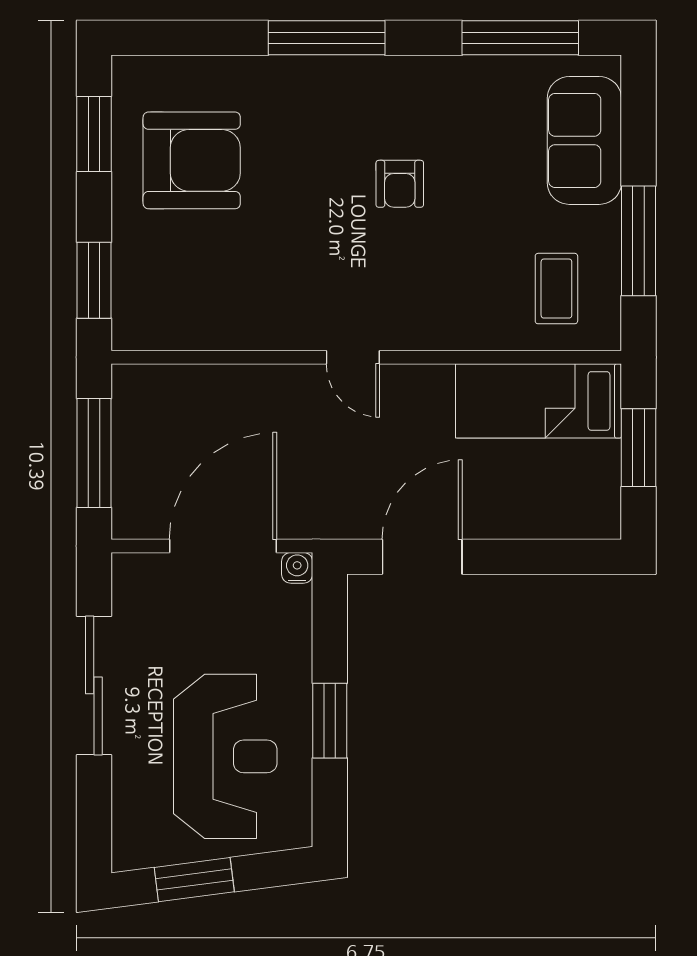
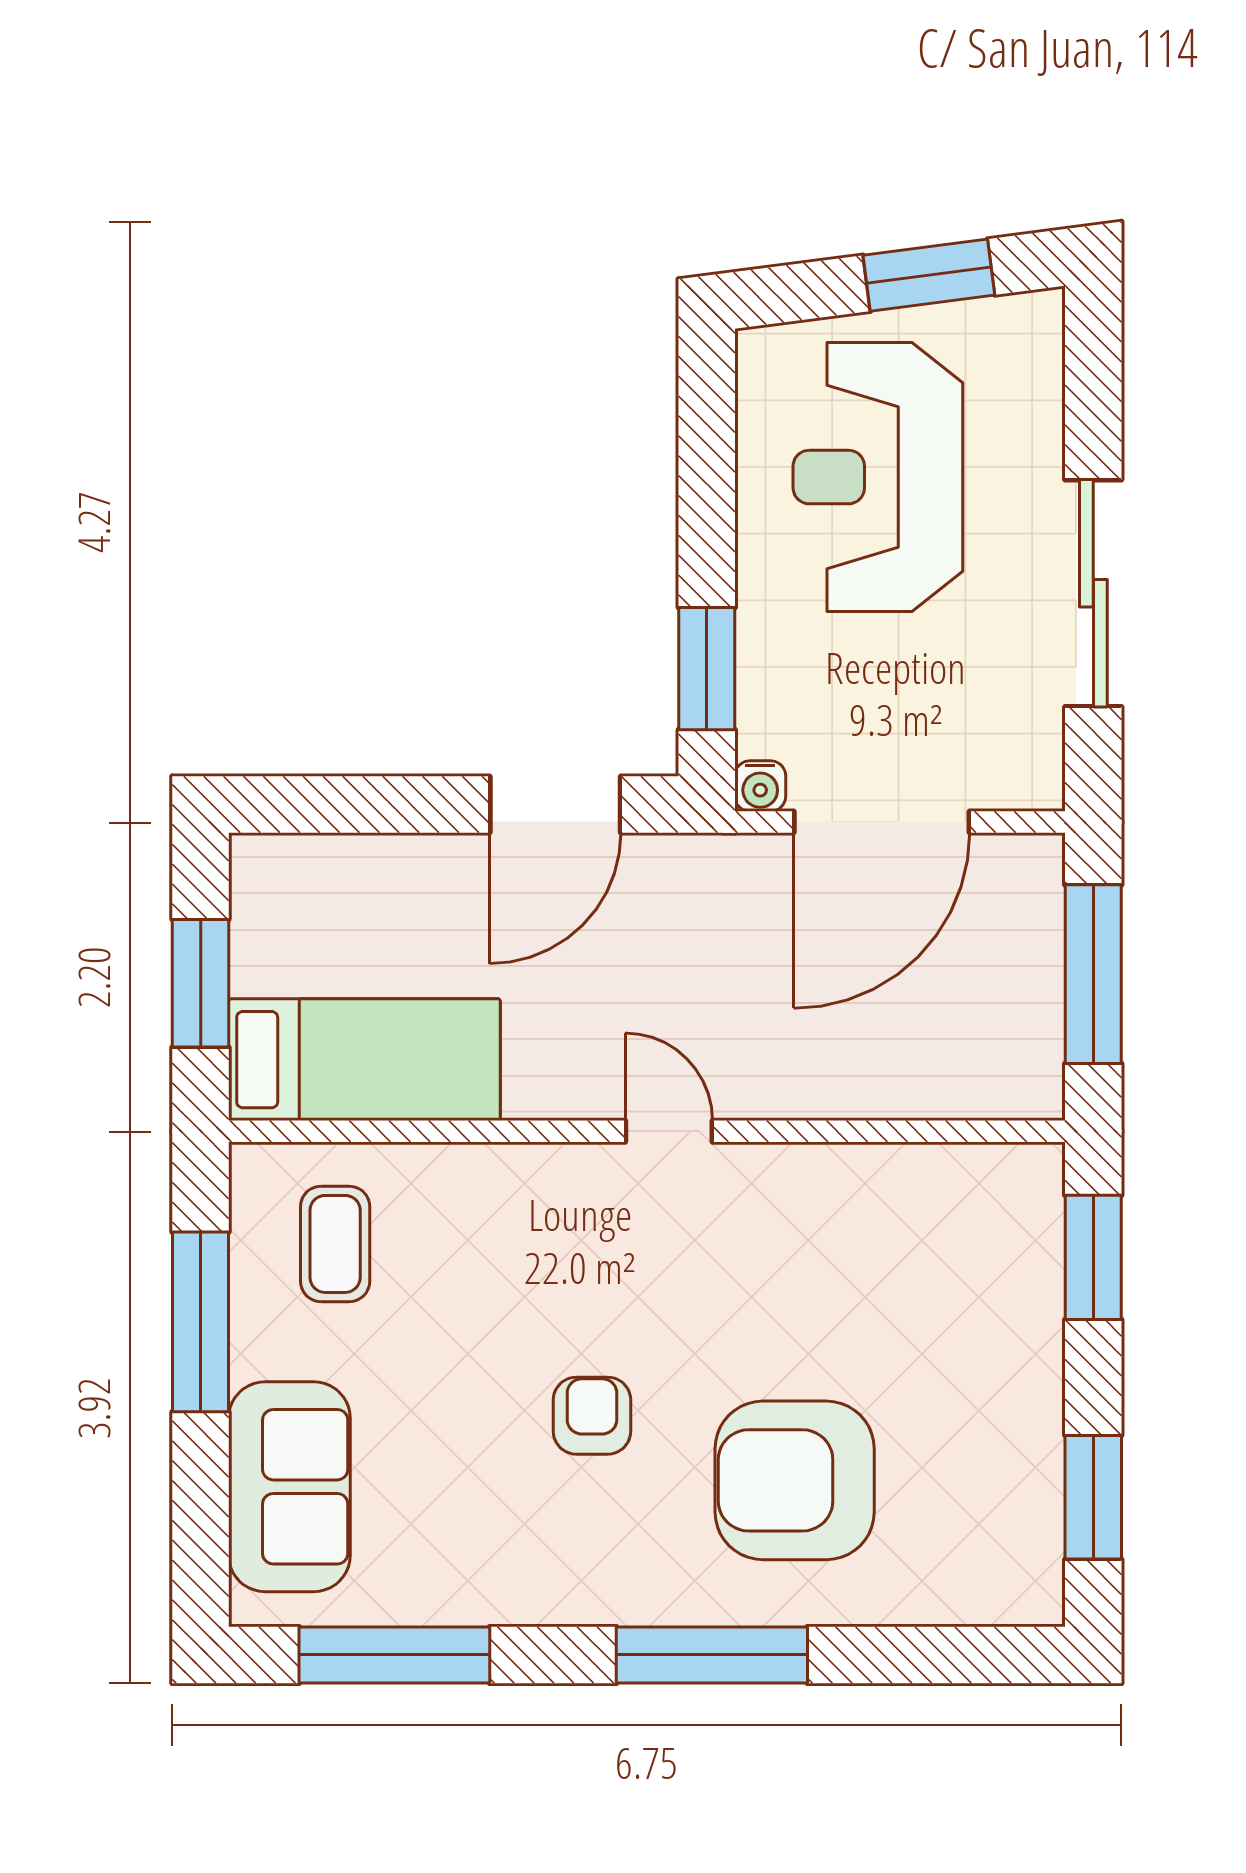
armchair: (192, 160) -> (795, 1480), moved
window: (330, 721) -> (707, 669), moved

